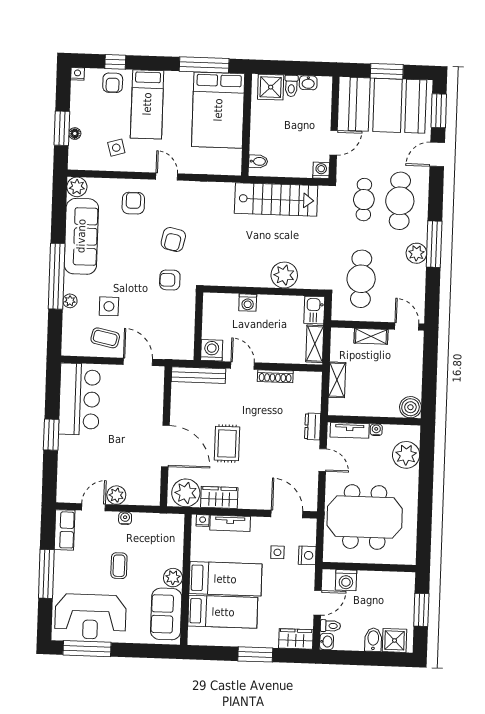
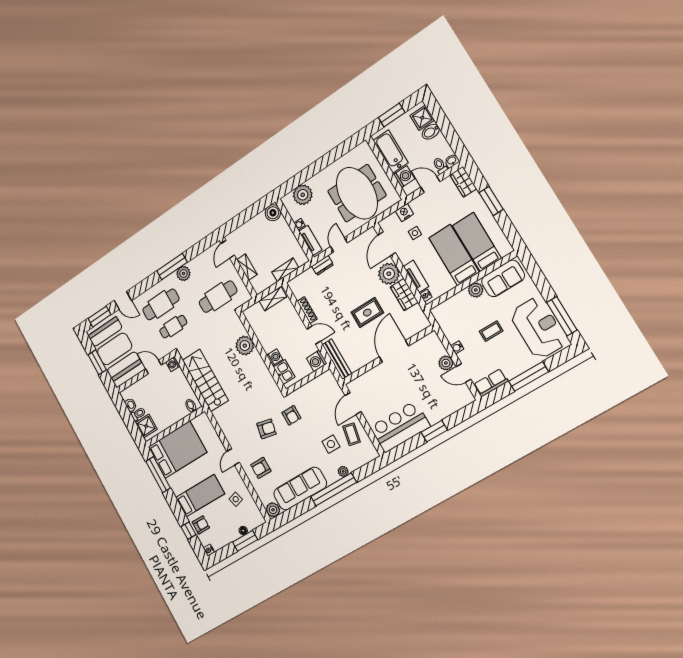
kitchen sink: (314, 310) -> (284, 372), moved, turned -90
door: (243, 366) -> (314, 335), swing flipped
plant: (186, 493) -> (389, 274), moved
bathtub: (383, 583) -> (391, 152), added

